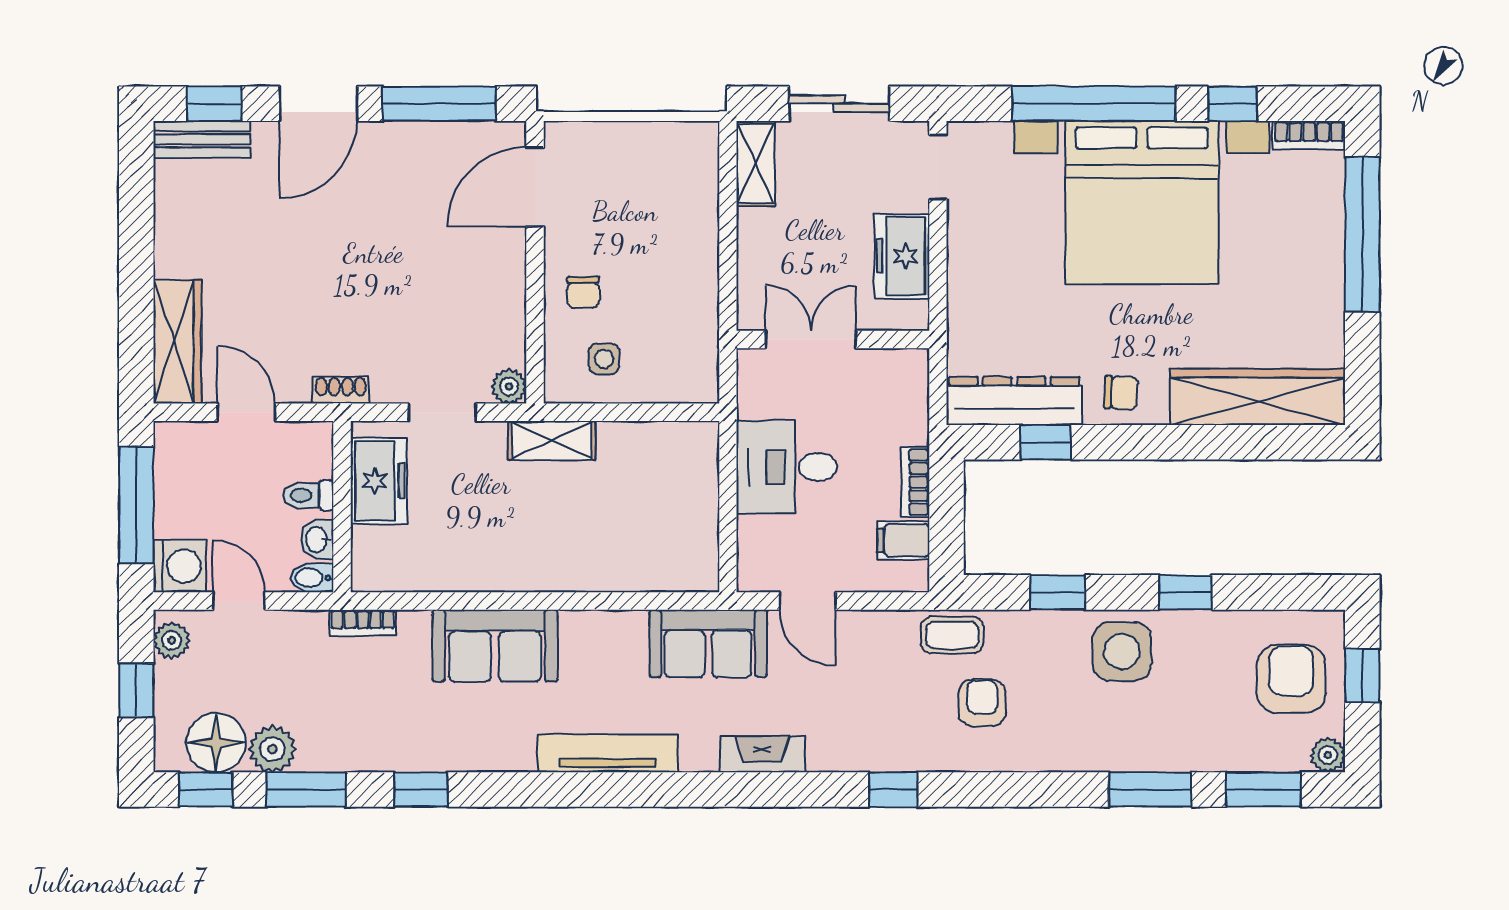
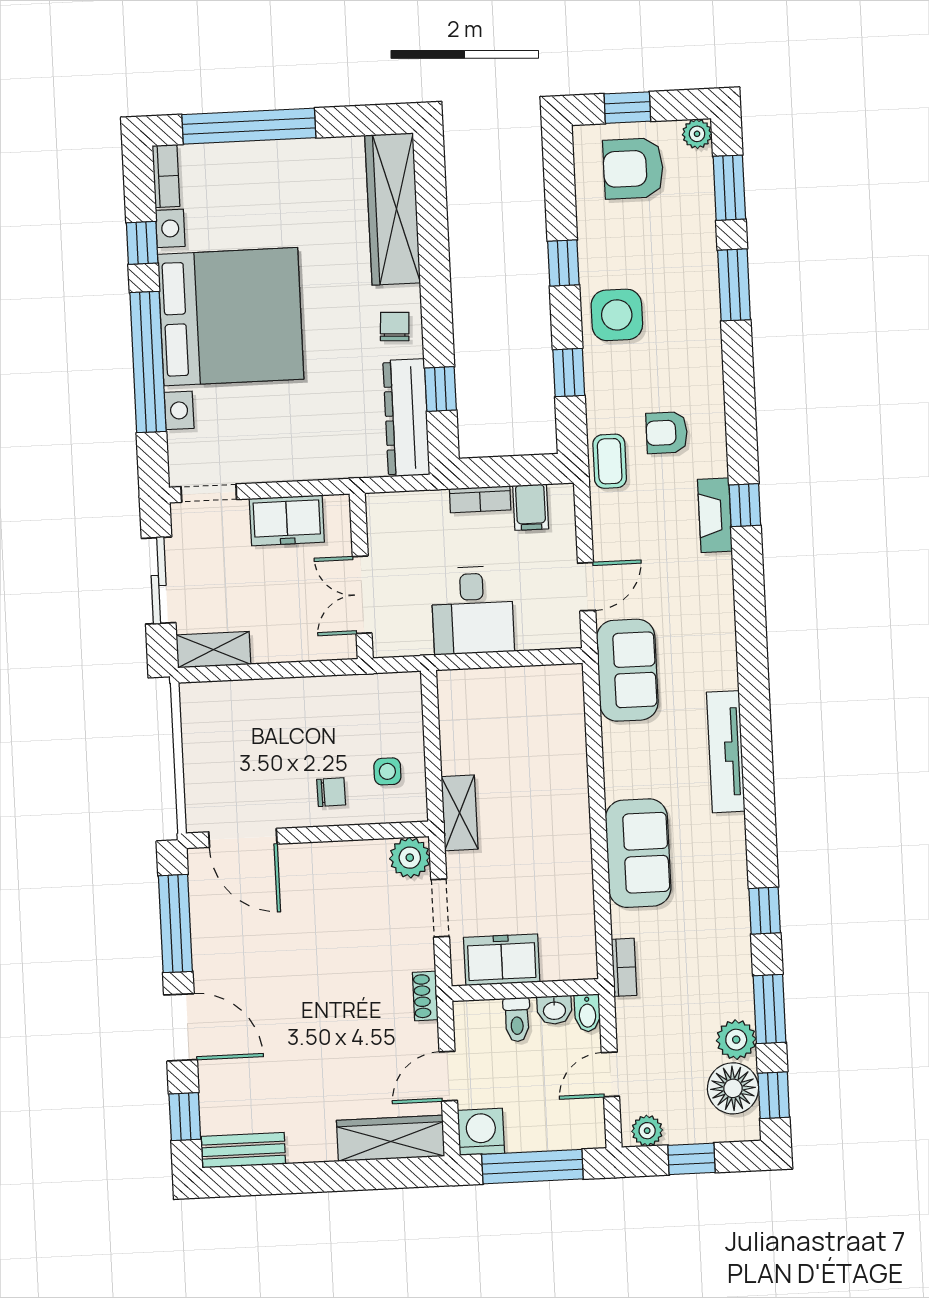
bench: (202, 139) -> (243, 1150), moved, turned 90
plant: (509, 386) -> (410, 858), width x1.38, depth x1.38
washing machine: (180, 566) -> (481, 1132), moved
fireplace: (762, 754) -> (715, 515), moved

